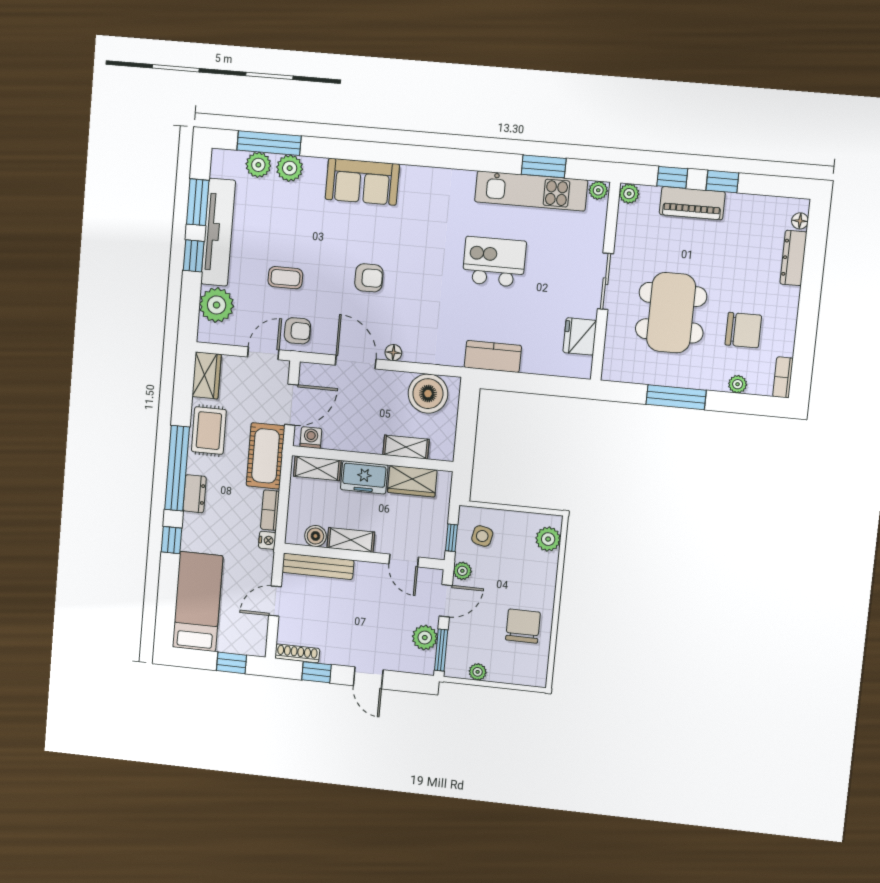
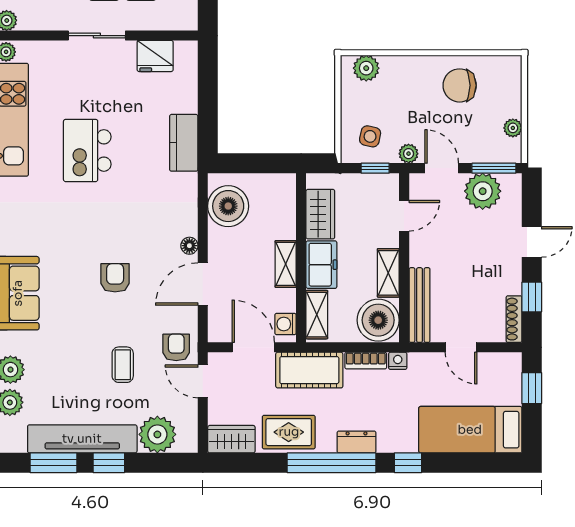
shelving: (406, 447) -> (286, 264), moved
boiler: (315, 536) -> (378, 320), width x1.86, depth x1.86
plant: (425, 638) -> (483, 191), width x1.36, depth x1.36

